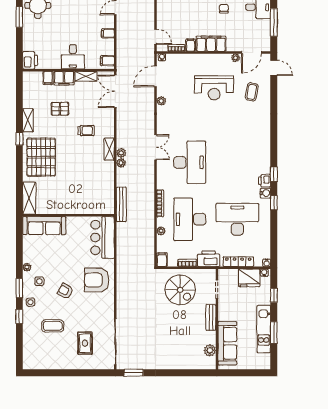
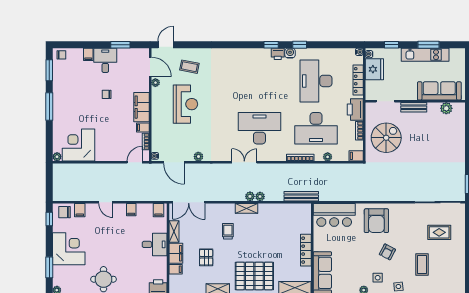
window: (274, 22) -> (120, 45), width x0.69
locker: (67, 209) -> (306, 250), added

